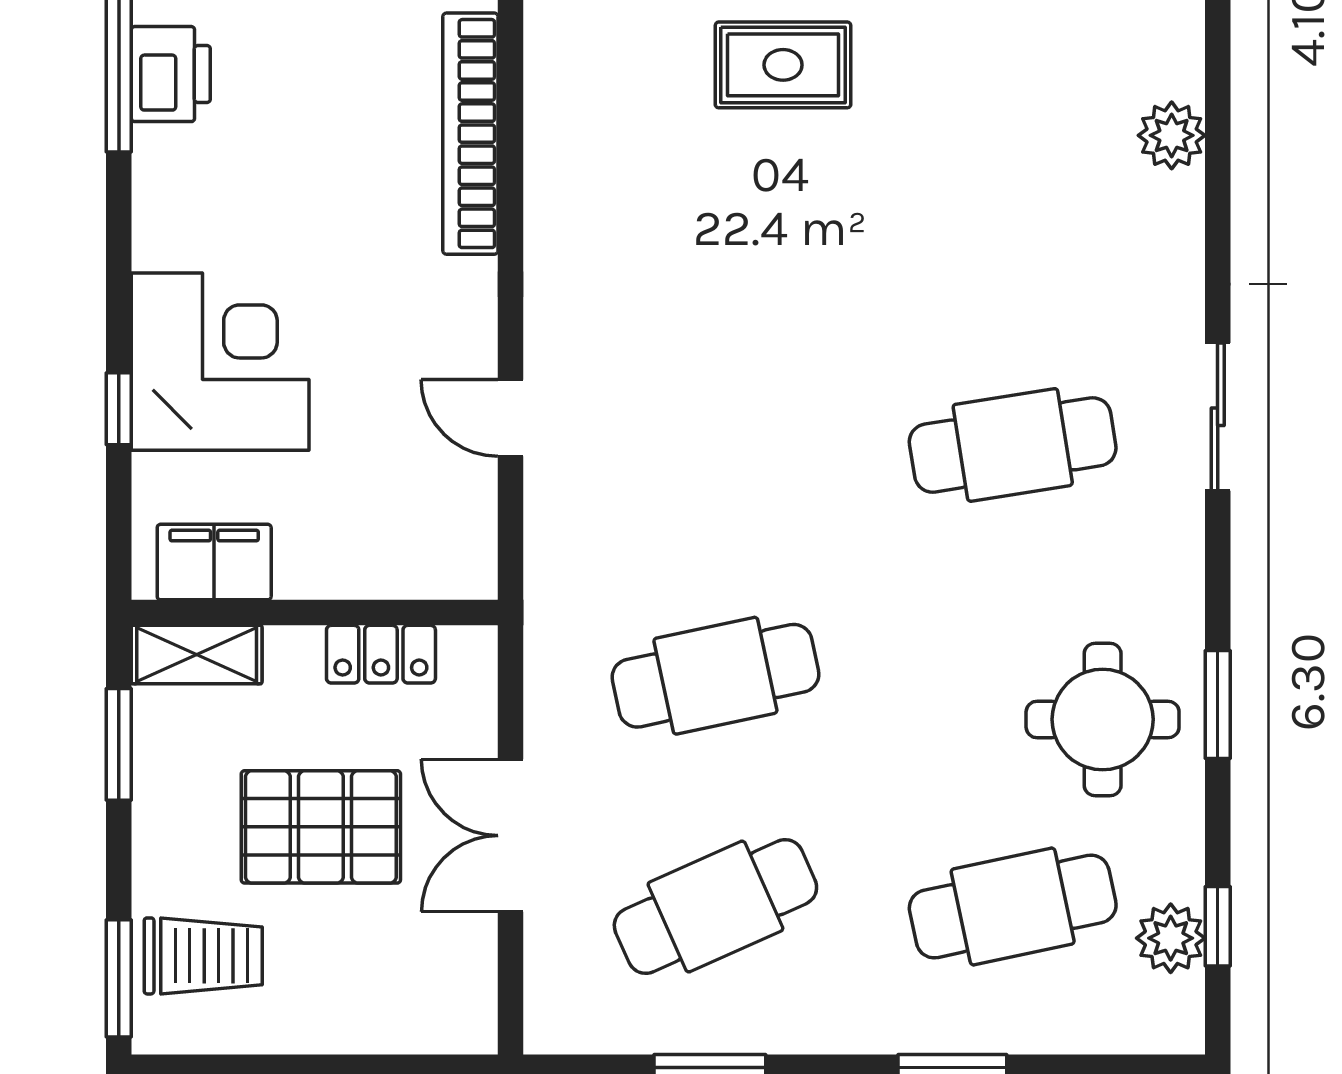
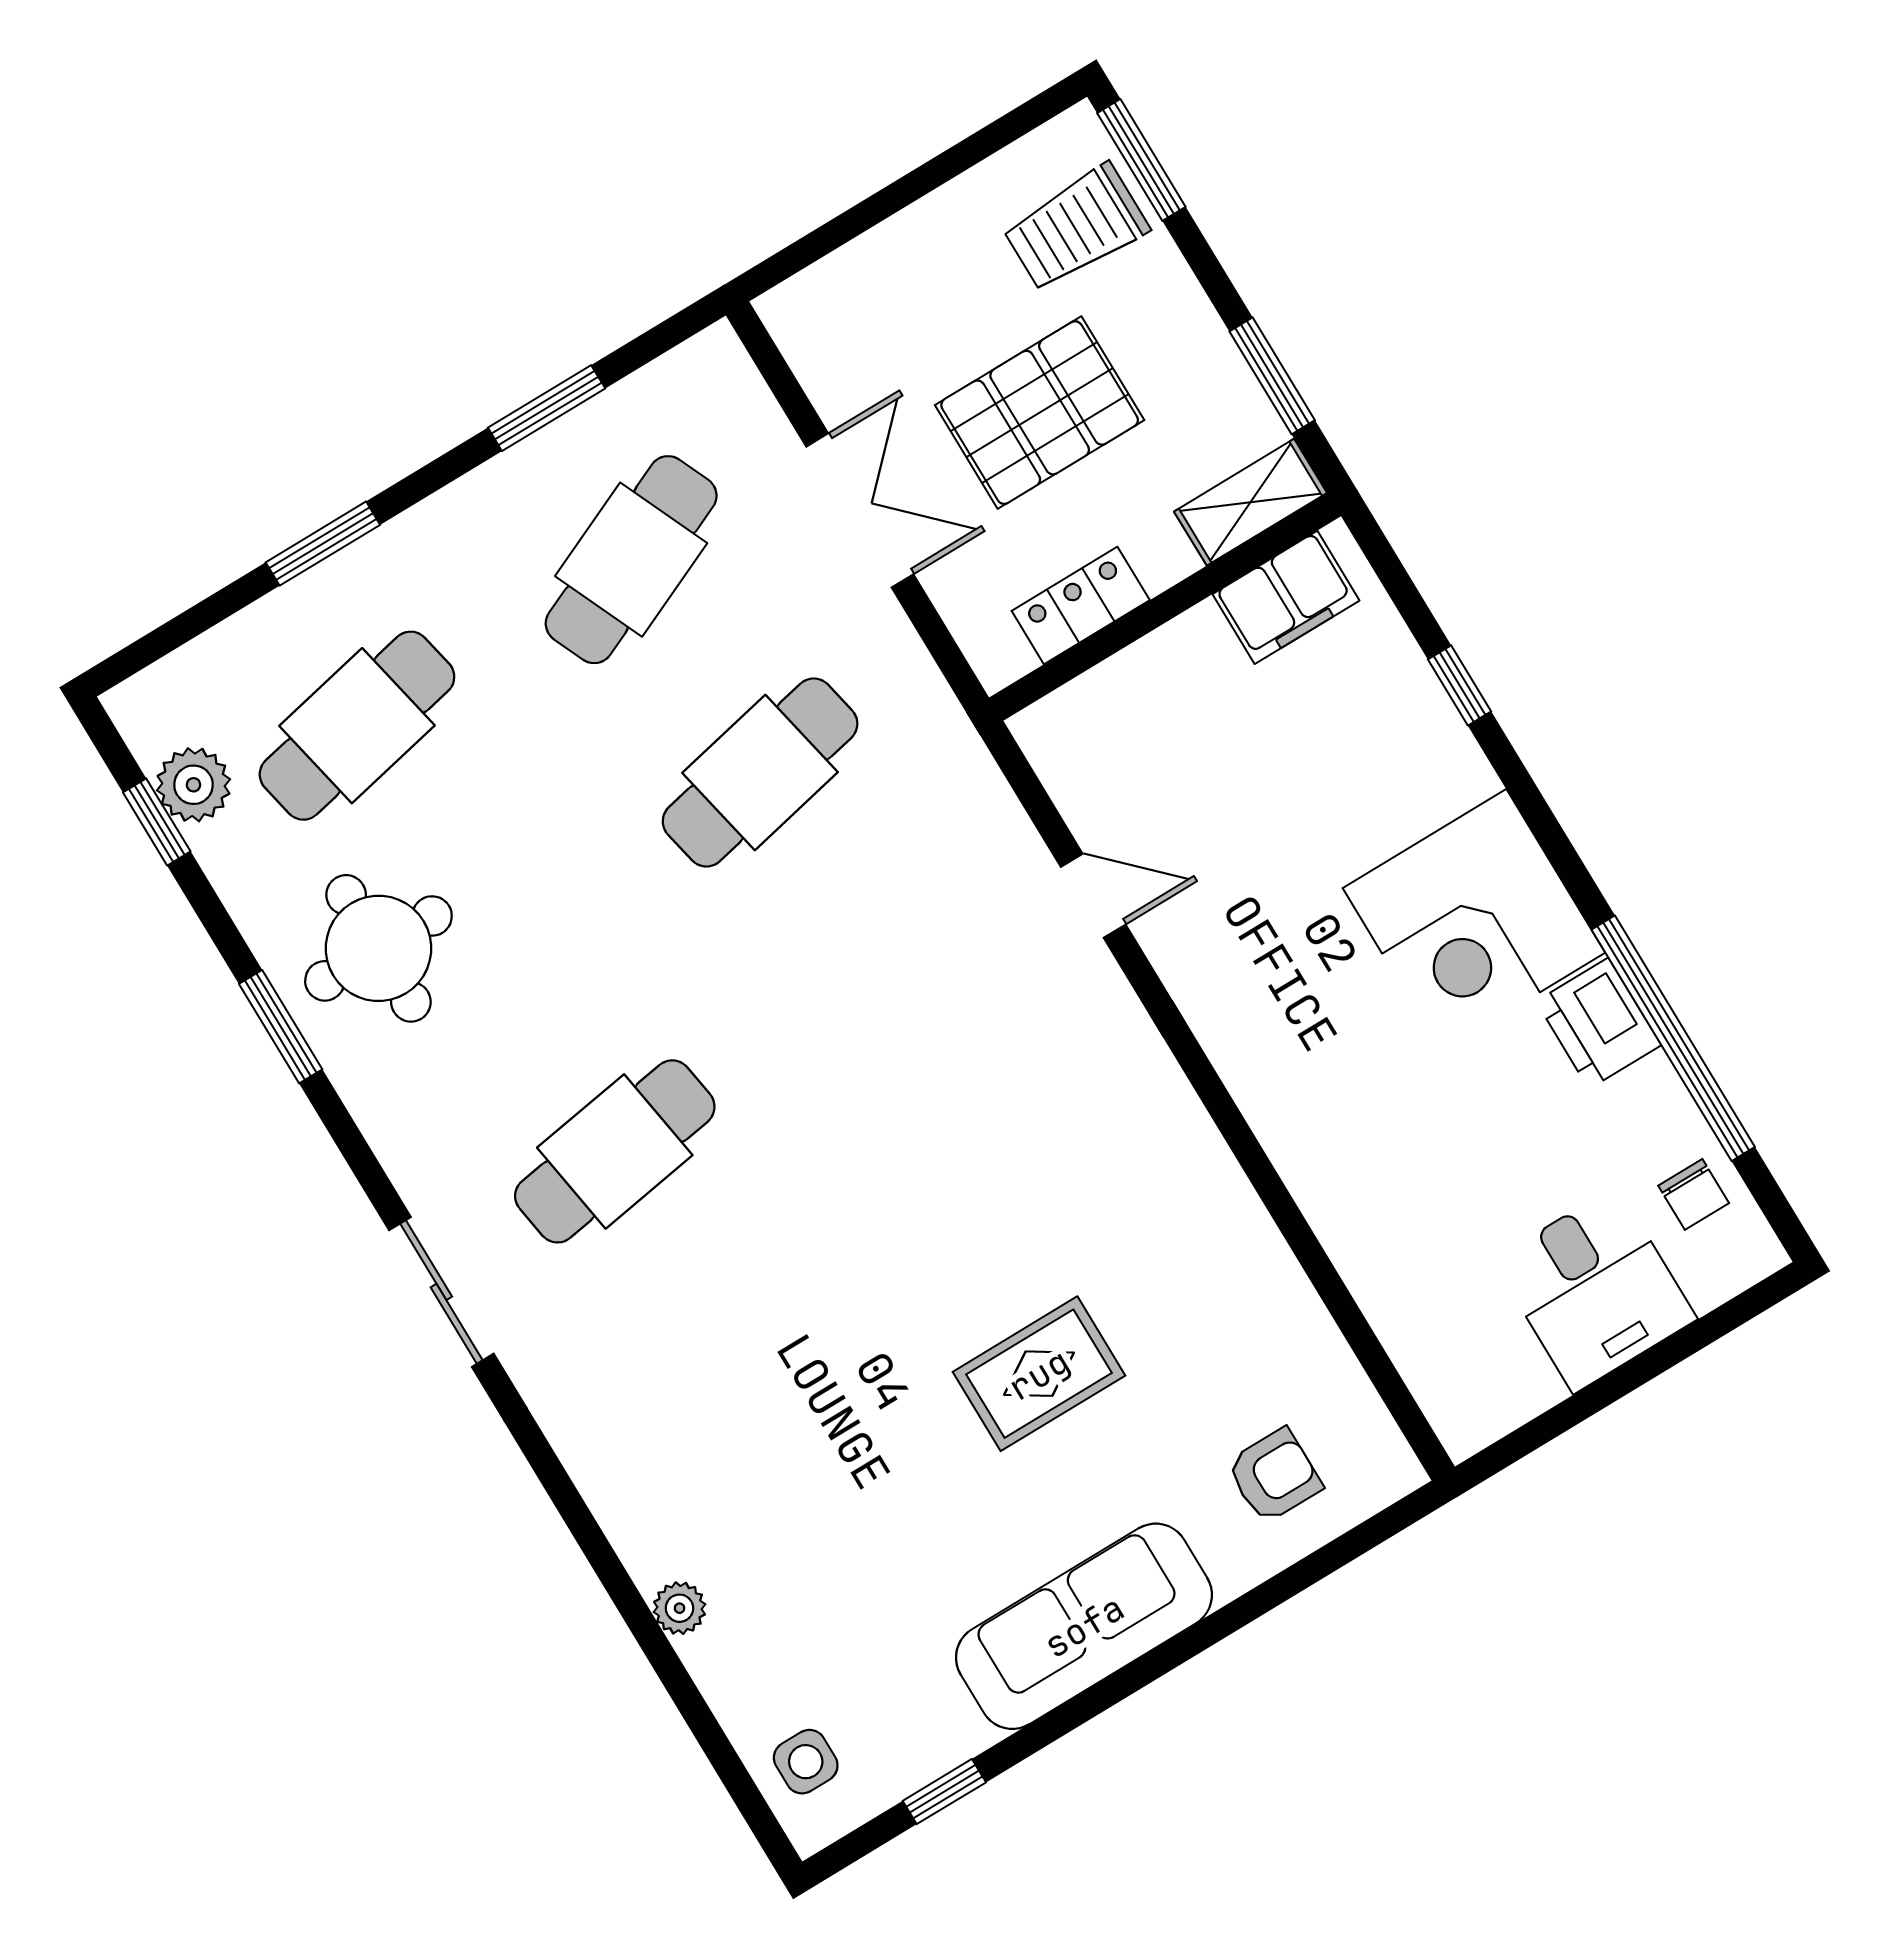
bookcase: (470, 134) -> (1289, 1136), removed
plant: (1172, 135) -> (680, 1608), moved, width x0.73, depth x0.73
corner desk: (220, 362) -> (1474, 920), moved

